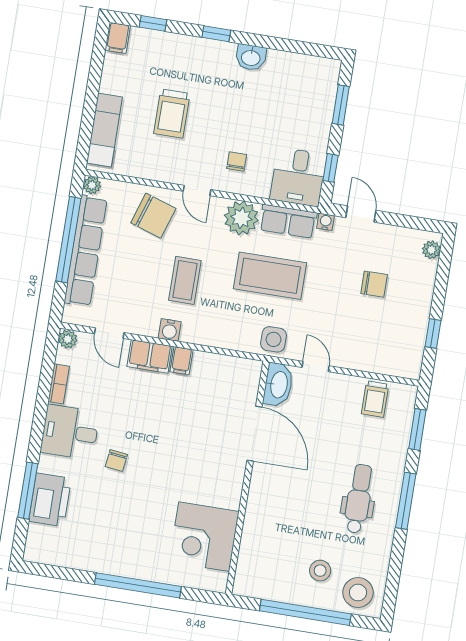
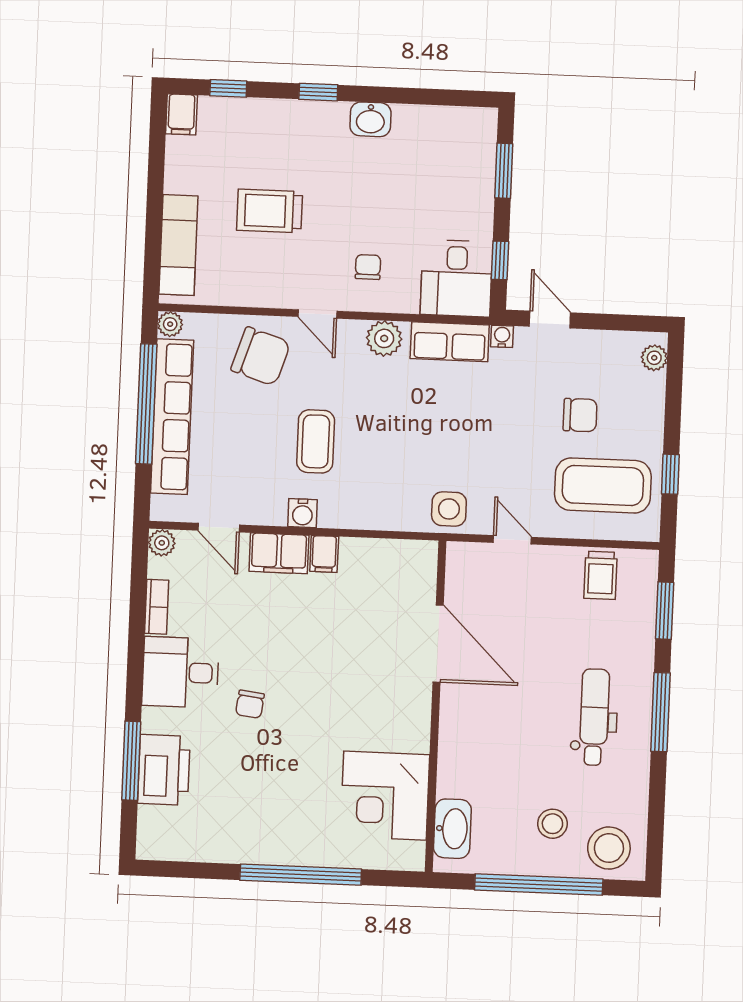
trolley: (172, 114) -> (270, 211), turned 90
plant: (241, 218) -> (384, 338), width x0.73, depth x0.73
coffee table: (270, 276) -> (603, 485), moved
washbasin: (278, 385) -> (452, 829), moved

